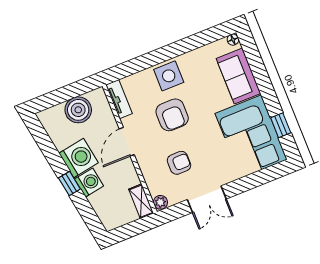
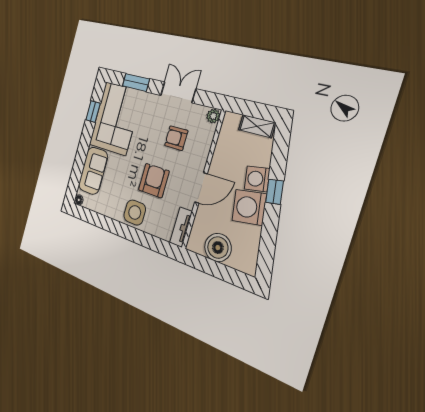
window: (255, 180) -> (136, 82), added
shelving: (141, 201) -> (257, 126), moved, turned 90

